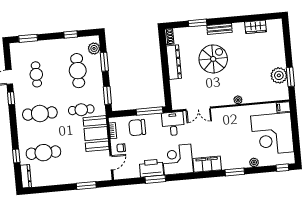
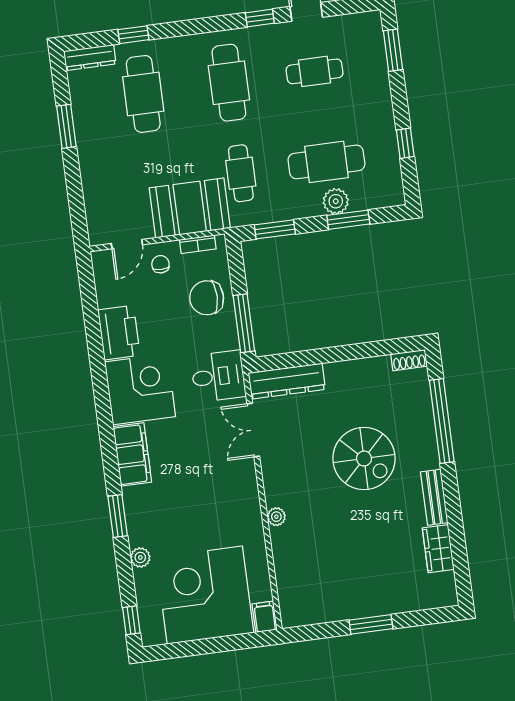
window: (198, 23) -> (442, 421), width x2.11
bench: (219, 29) -> (434, 497), moved
plant: (94, 48) -> (336, 201), moved
dresser: (174, 62) -> (287, 381), moved
plant: (279, 75) -> (334, 604), removed
window: (290, 77) -> (371, 624), moved
chair: (137, 128) -> (207, 298), turned -90
door: (111, 163) -> (127, 244), hinge flipped
window: (155, 179) -> (95, 342), removed
window: (86, 185) -> (66, 126), moved

